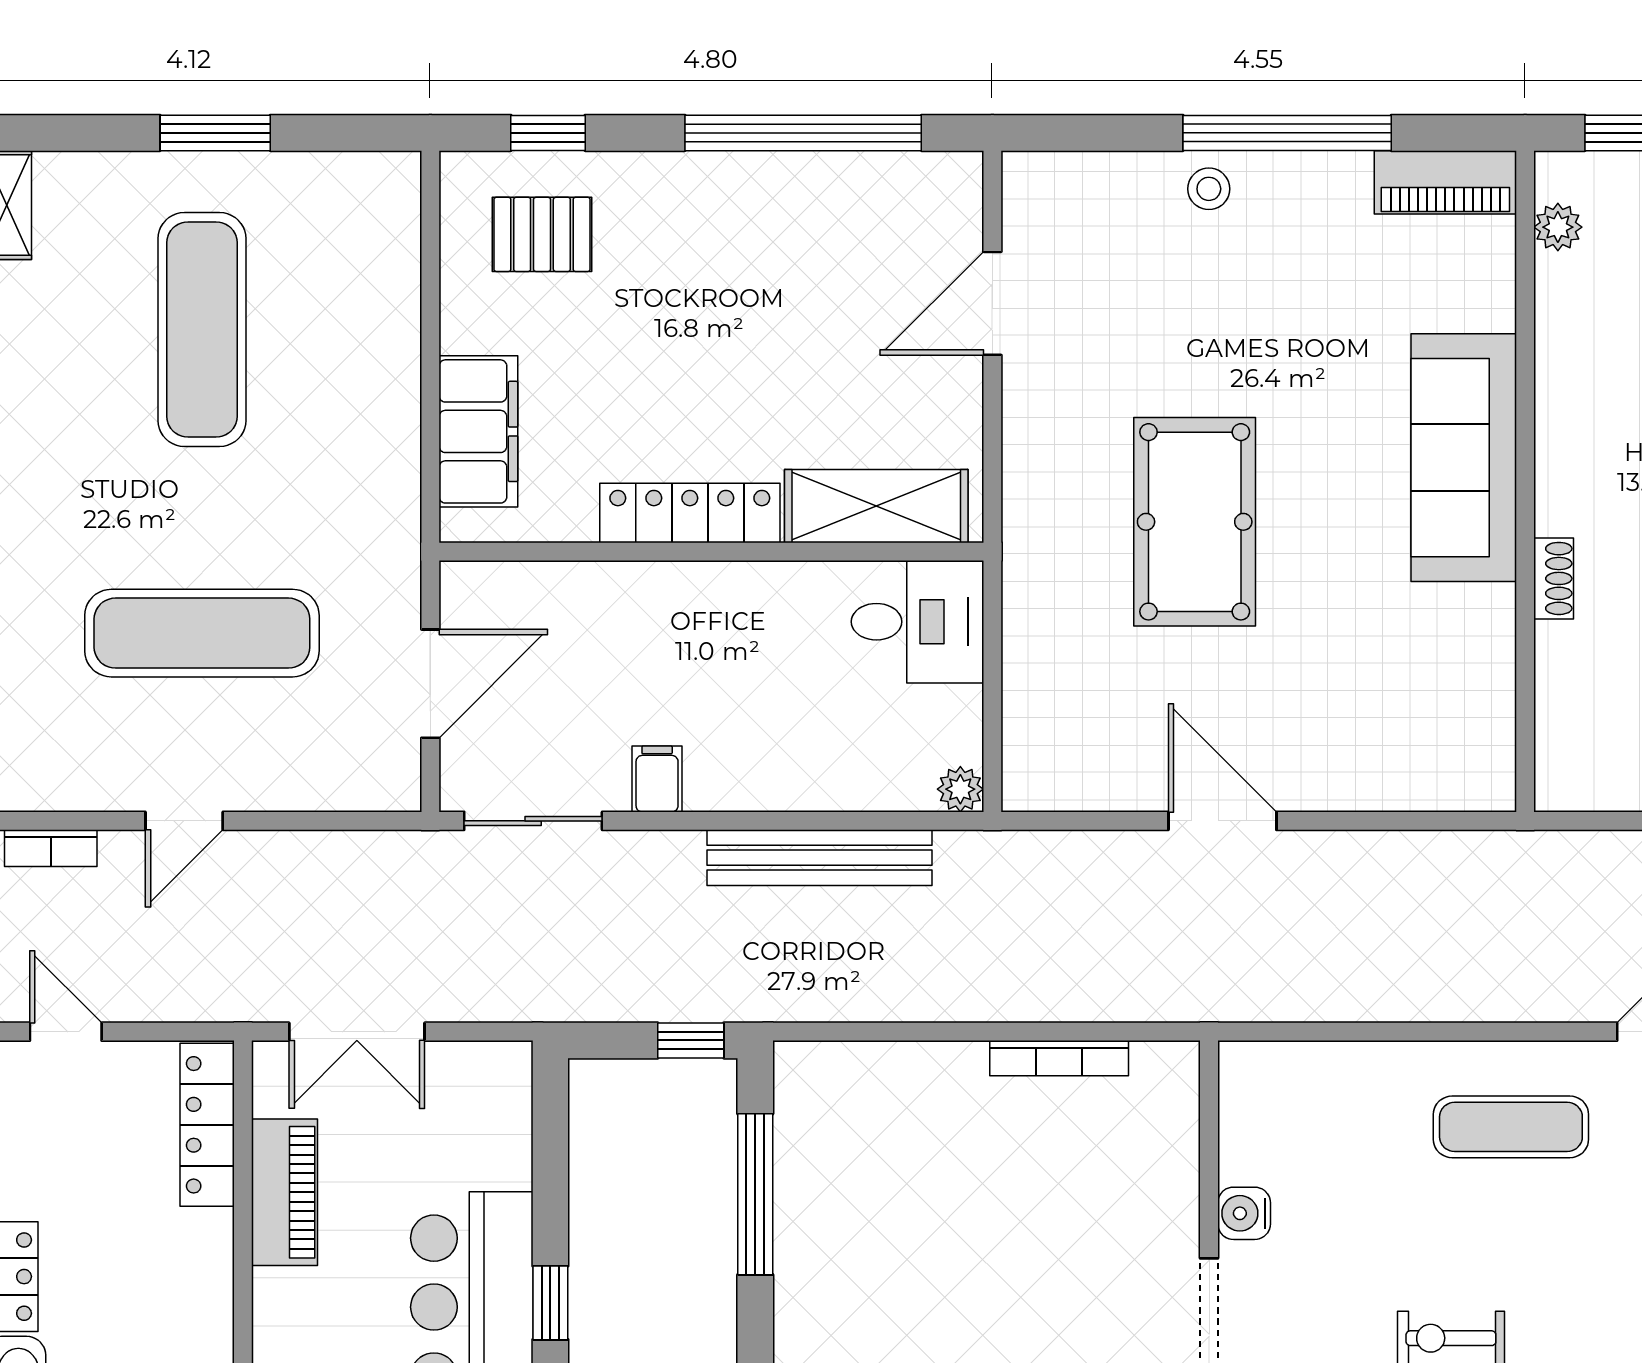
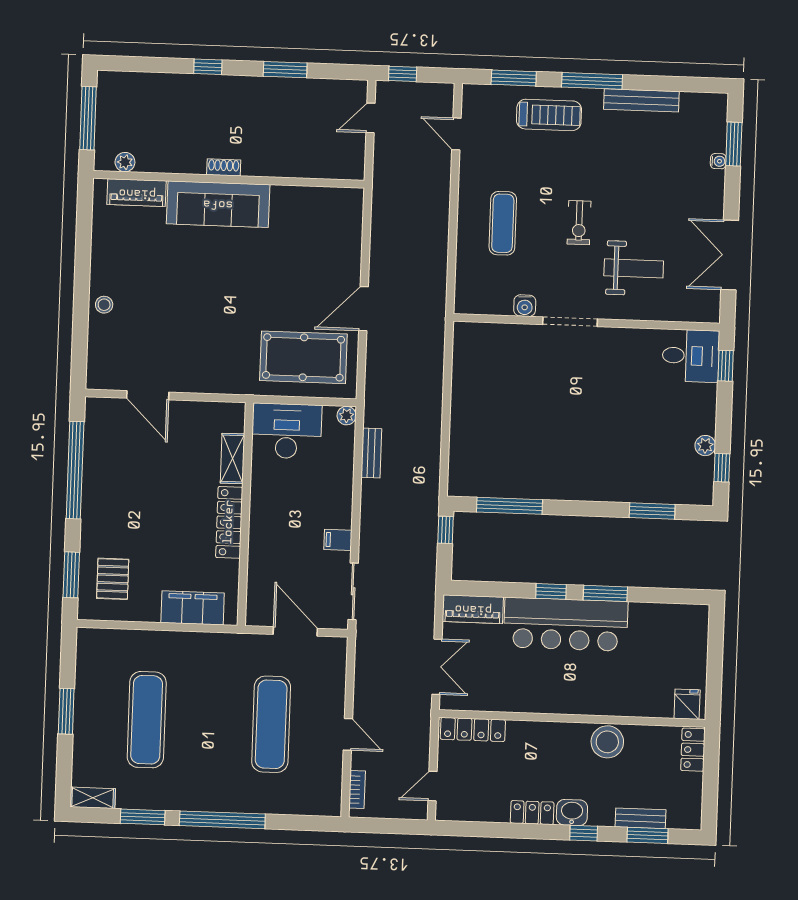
window: (548, 133) -> (71, 575), width x1.50
window: (1287, 133) -> (82, 272), removed
piano: (1445, 182) -> (137, 193), moved, turned 90
exercise mat: (202, 330) -> (147, 720), turned 90
shelving: (876, 506) -> (232, 459), width x0.67, depth x0.75
pool table: (1195, 522) -> (303, 357), moved
shoe rack: (1554, 578) -> (224, 167), moved
desk: (917, 622) -> (287, 431), width x1.37
bench: (819, 858) -> (371, 453), width x0.54, depth x0.82
bookcase: (1059, 1058) -> (458, 379), removed
exercise mat: (1511, 1127) -> (503, 223), moved
piano: (285, 1192) -> (473, 609), moved, turned 180

